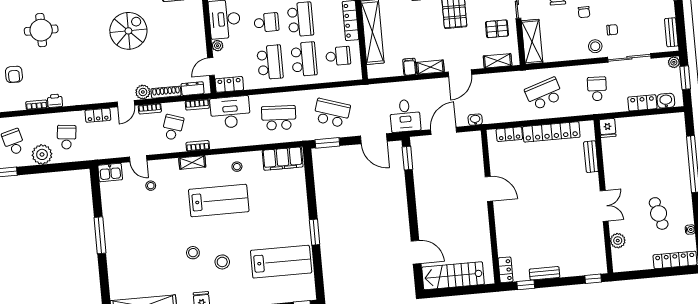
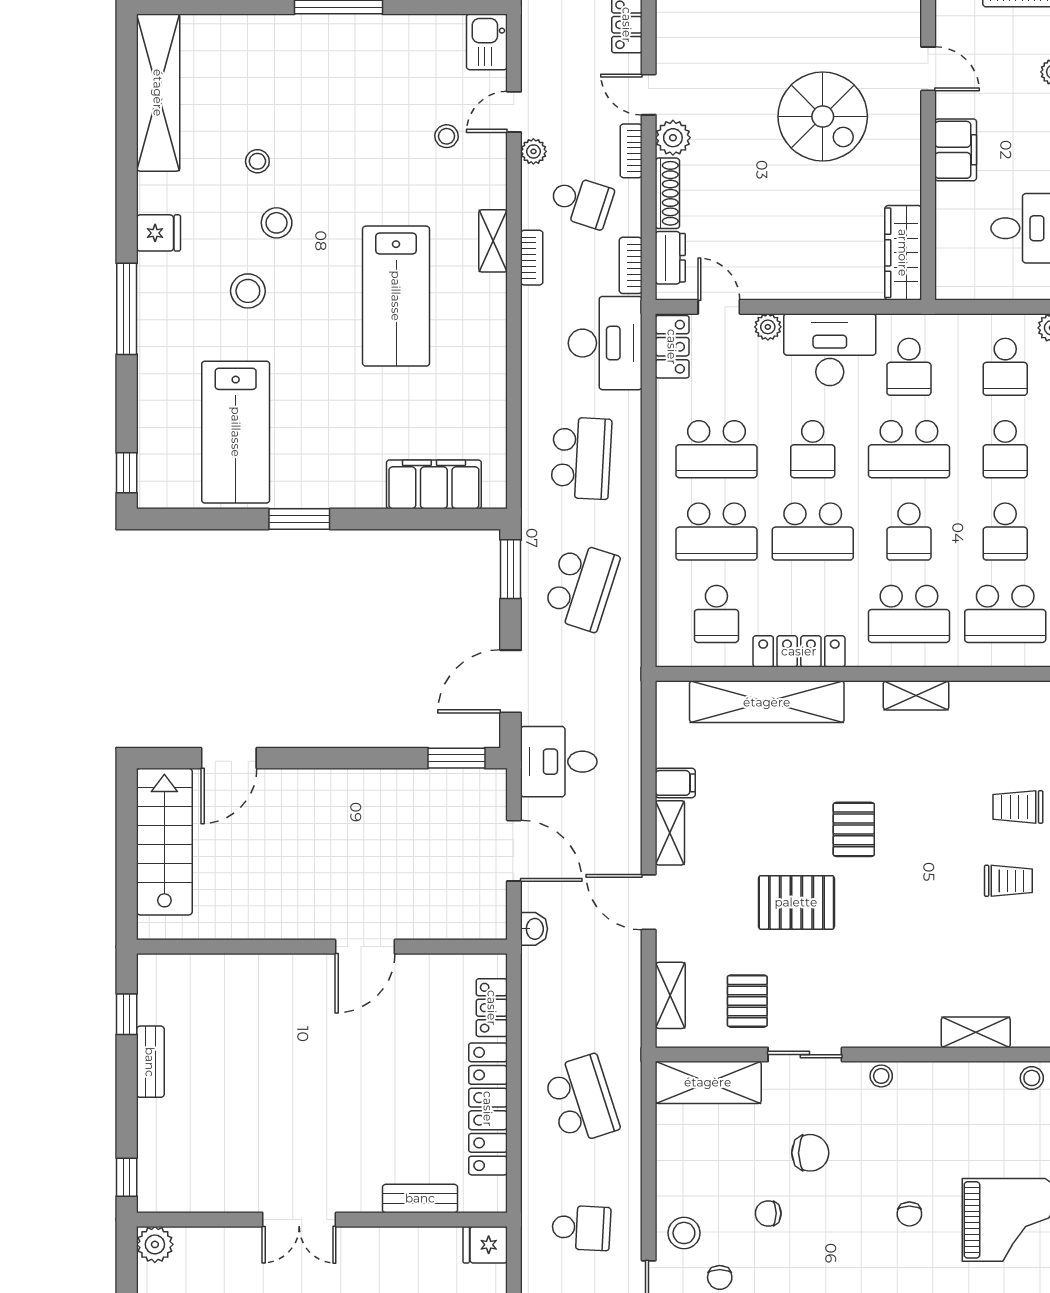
plant: (154, 149) -> (533, 151), added
filing cabinet: (283, 159) -> (434, 484), moved, turned 90
stool: (237, 167) -> (257, 161), moved
plant: (618, 241) -> (155, 1244), moved
locker: (505, 270) -> (167, 969), removed

